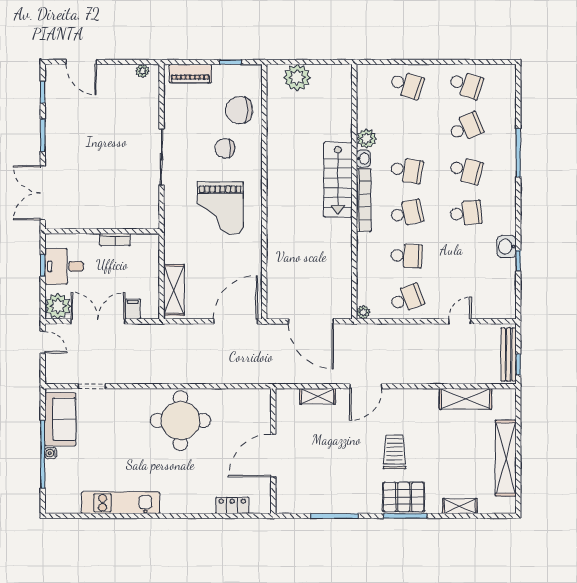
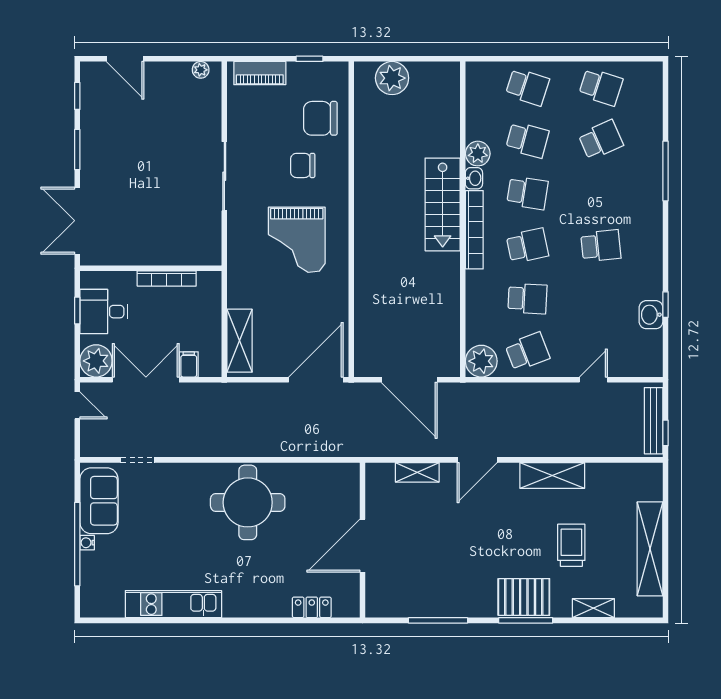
school desk: (466, 170) -> (527, 140), moved
bookcase: (115, 240) -> (167, 278), width x1.56
washbasin: (506, 247) -> (651, 315), moved
plant: (363, 312) -> (481, 361), width x1.88, depth x1.88
shelving: (466, 399) -> (552, 475), moved
trolley: (394, 452) -> (571, 545), moved

